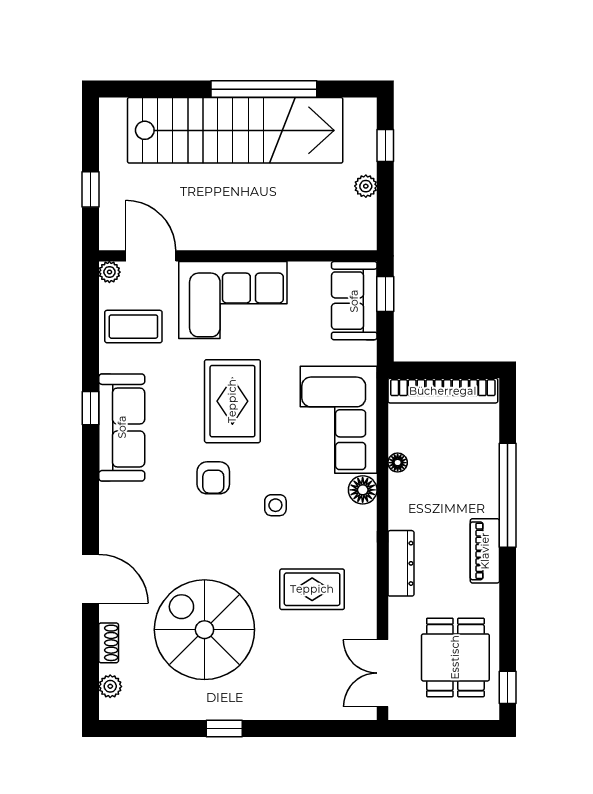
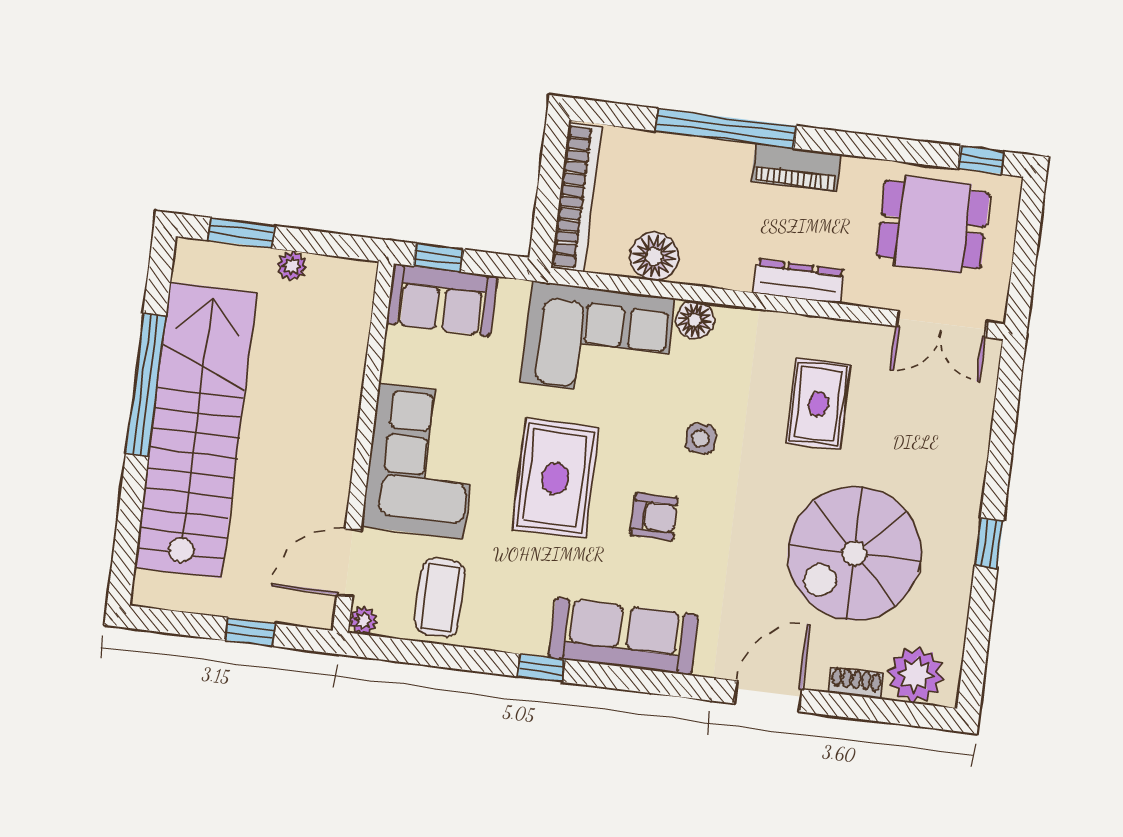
window: (385, 145) -> (241, 233), width x1.50
rug: (232, 401) -> (555, 478), turned 90
sofa: (122, 427) -> (623, 636), moved
floor lamp: (398, 463) -> (654, 256), width x1.89, depth x1.89
plant: (110, 686) -> (916, 675), width x1.88, depth x1.88

